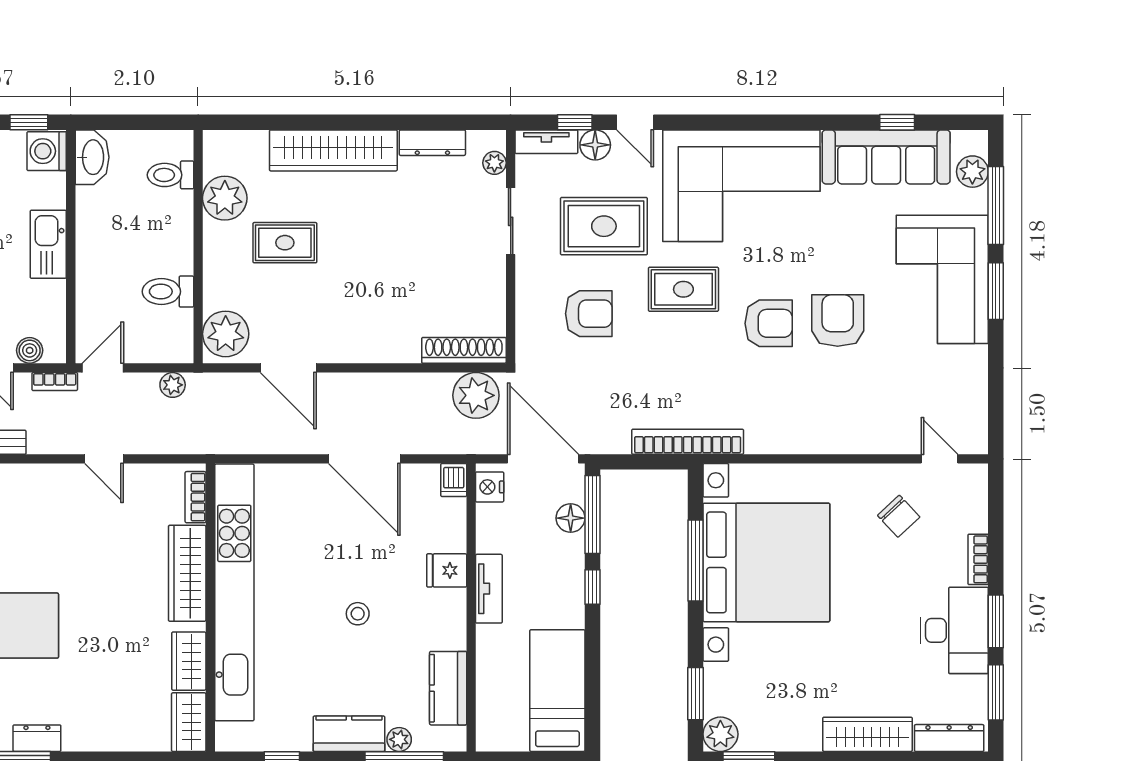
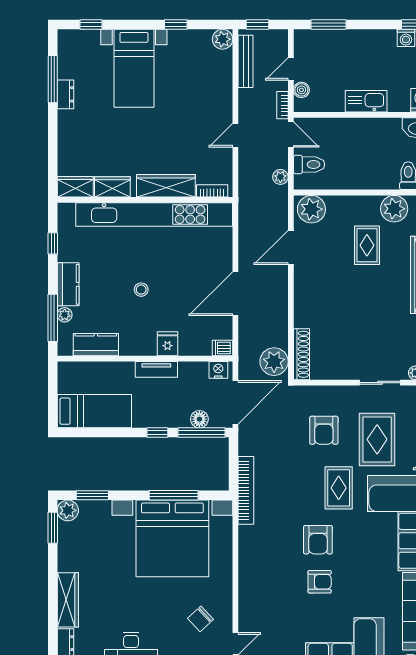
toilet: (168, 292) -> (309, 164), moved, turned 90
armchair: (838, 321) -> (320, 582), width x0.72, depth x0.72

